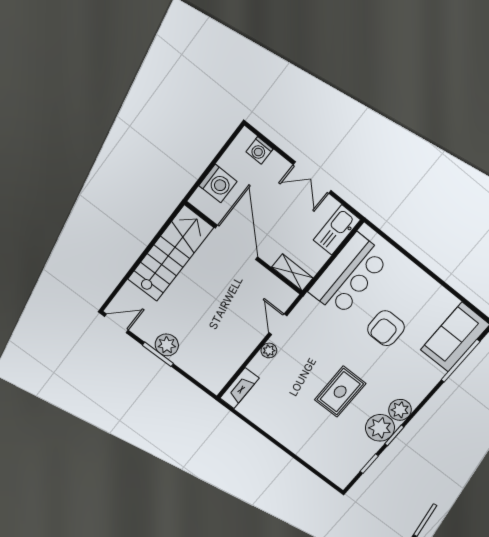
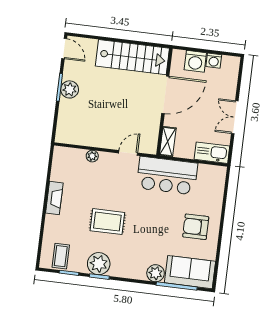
washing machine: (259, 150) -> (214, 61), moved, turned -90
bar counter: (349, 275) -> (167, 176), moved
armchair: (386, 328) -> (196, 227), moved
plant: (269, 350) -> (92, 156), moved
fireplace: (240, 388) -> (54, 198), moved, turned -90
plant: (400, 410) -> (156, 273), moved
coffee table: (346, 462) -> (61, 256), added

